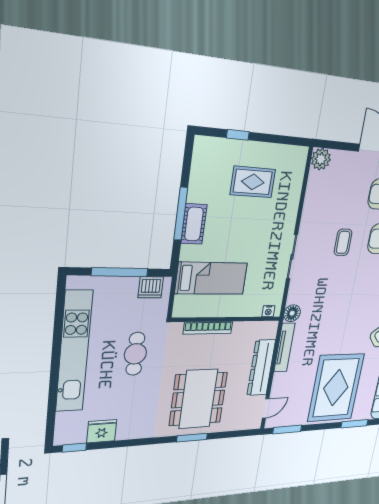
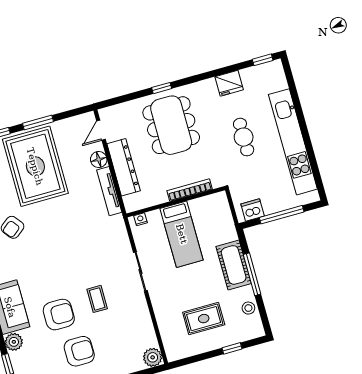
stool: (201, 176) -> (248, 308), added
cot: (194, 224) -> (234, 265), width x1.37, depth x1.34
bed: (211, 278) -> (182, 234), moved, turned -90
floor lamp: (292, 313) -> (99, 159), moved
cafe table: (135, 354) -> (244, 137), moved
window: (287, 429) -> (38, 123), moved
fridge: (102, 431) -> (229, 83), moved
window: (192, 438) -> (162, 88), width x0.67

